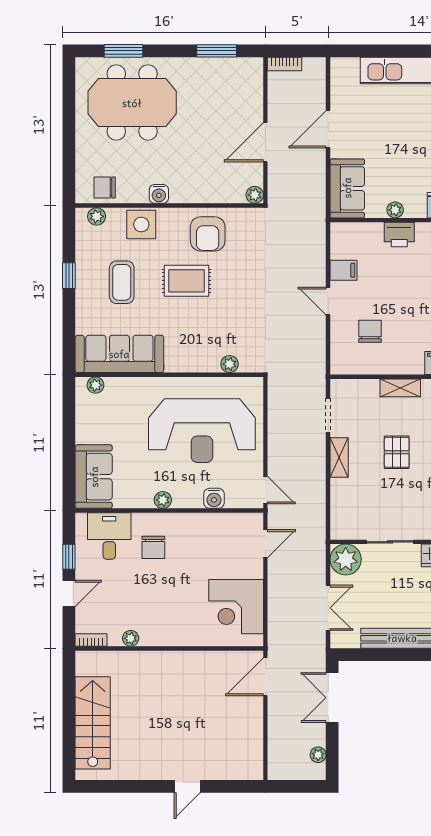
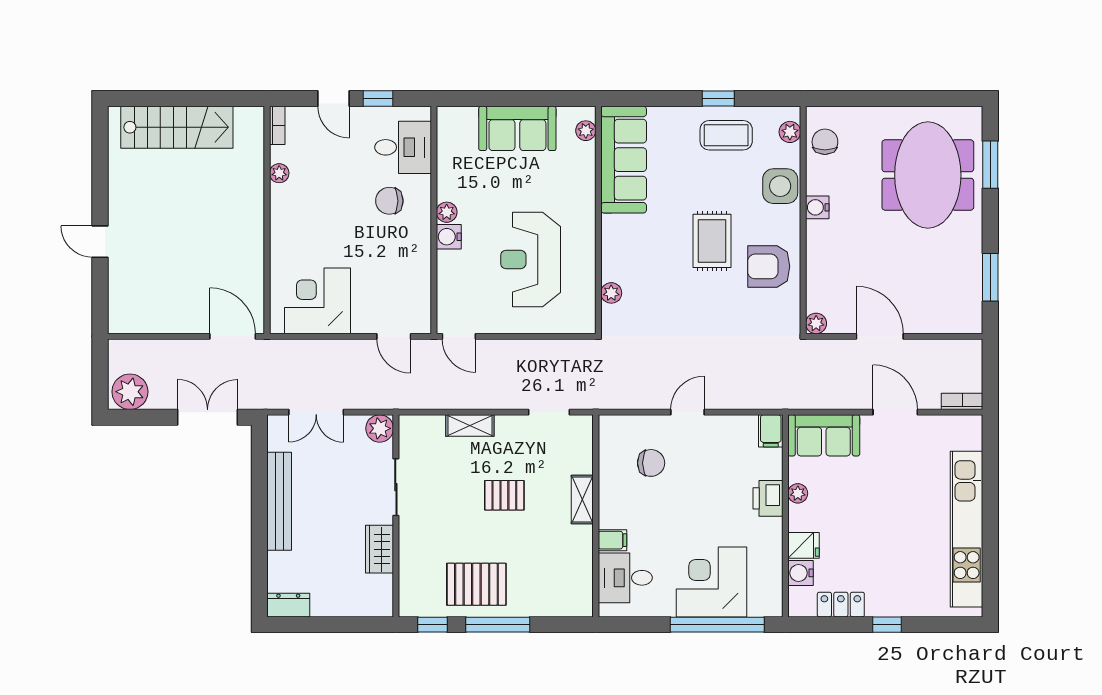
bookcase: (284, 64) -> (962, 401), moved, turned 90
filing cabinet: (343, 270) -> (771, 431), moved
coffee table: (122, 282) -> (726, 135), moved
reception desk: (202, 431) -> (531, 260), width x0.74, depth x0.77
shelving: (339, 457) -> (470, 426), moved
sofa: (94, 477) -> (517, 128), moved
door: (265, 490) -> (459, 336), hinge flipped
water cooler: (214, 498) -> (449, 237), moved
plant: (346, 559) -> (380, 428), width x0.73, depth x0.73
plant: (318, 755) -> (130, 392), width x1.88, depth x1.88

